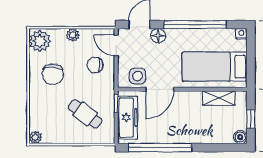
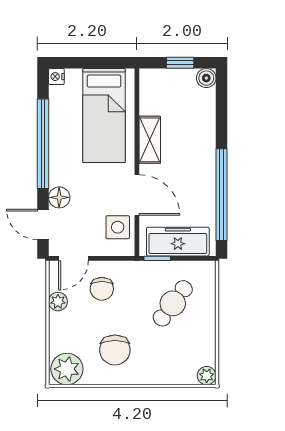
plant: (73, 35) -> (58, 302), moved
chair: (53, 74) -> (115, 350), turned 90
shelving: (219, 98) -> (150, 140), moved

